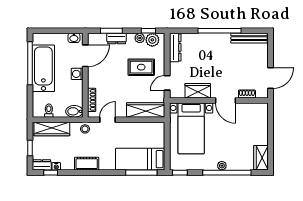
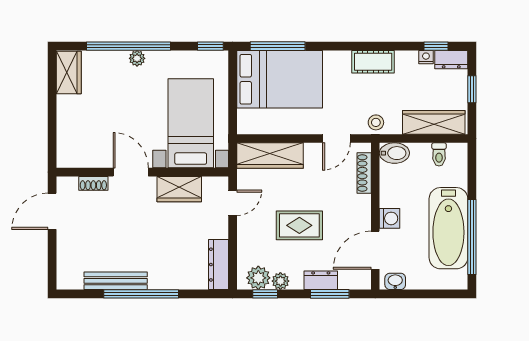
bench: (249, 38) -> (116, 281), moved
rug: (141, 67) -> (299, 225), moved
bed: (140, 159) -> (280, 79), width x1.50

